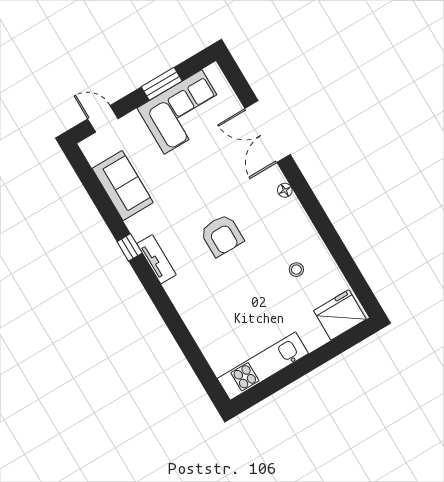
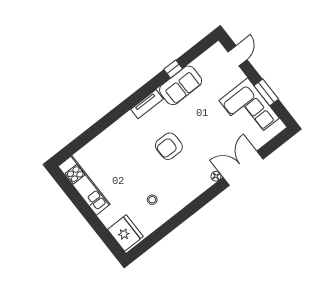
sofa: (123, 185) -> (181, 85), moved
floor lamp: (285, 190) -> (216, 176), moved
window: (130, 247) -> (173, 69), moved

